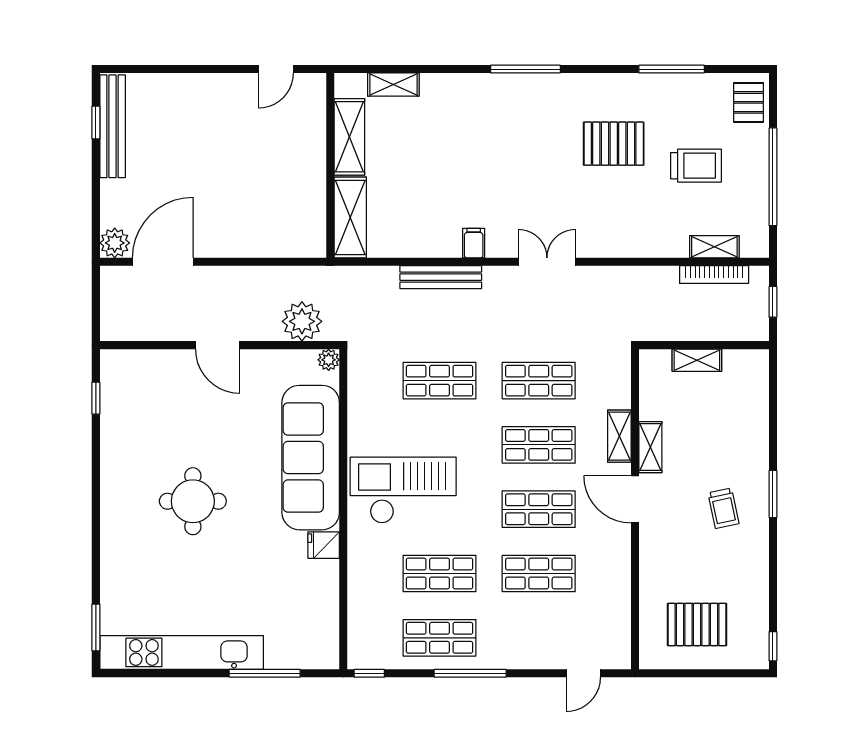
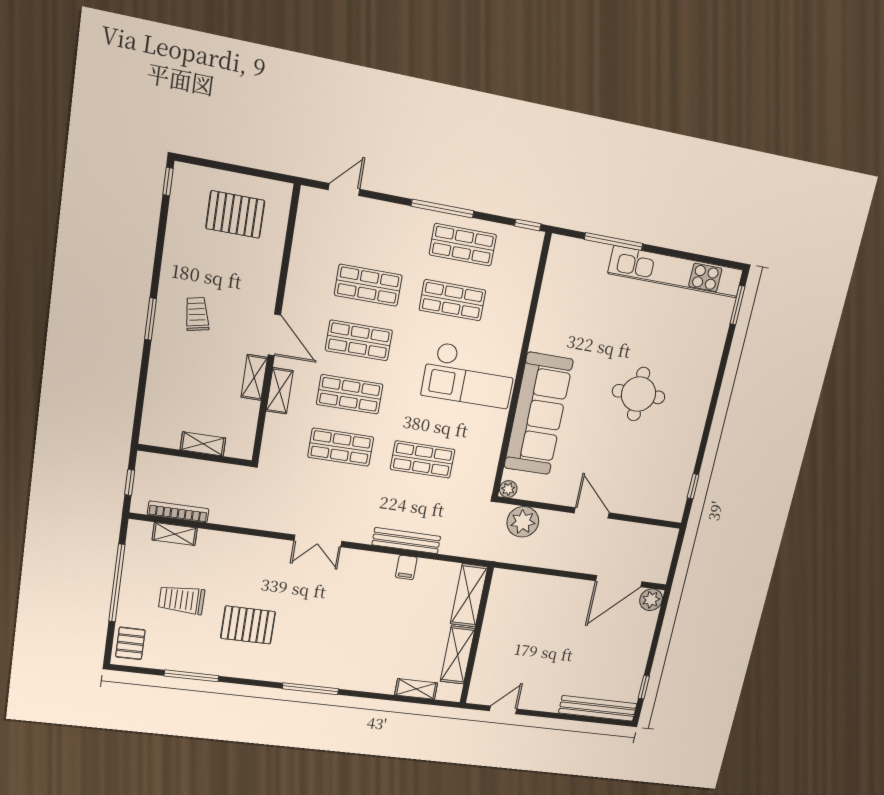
bench: (113, 126) -> (598, 708), moved, turned 90
filing cabinet: (474, 243) -> (406, 567), moved
fridge: (324, 545) -> (543, 341), removed

